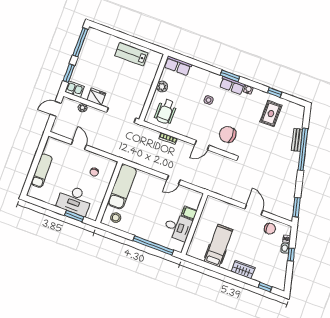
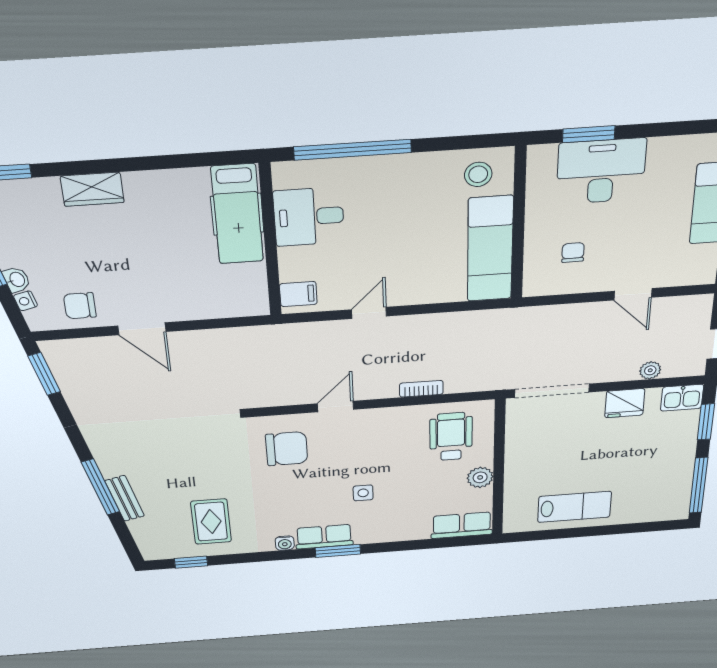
window: (275, 92) -> (191, 562), moved
window: (303, 149) -> (101, 487), width x0.68
filing cabinet: (189, 213) -> (298, 294), moved
hospital bed: (219, 246) -> (237, 214), moved

